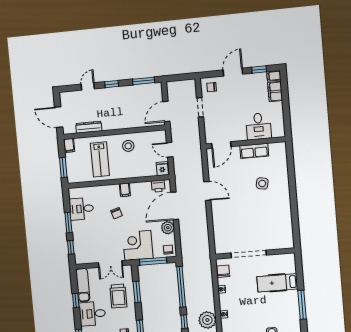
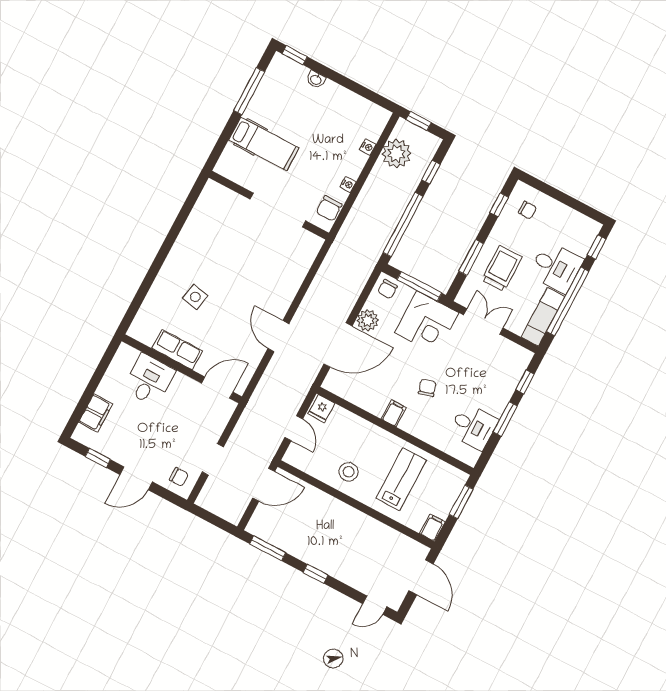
filing cabinet: (274, 76) -> (84, 436), removed
door: (88, 86) -> (375, 605), moved
dresser: (89, 127) -> (387, 535), removed
printer: (158, 186) -> (343, 388), removed
window: (76, 300) -> (568, 301), width x3.17

